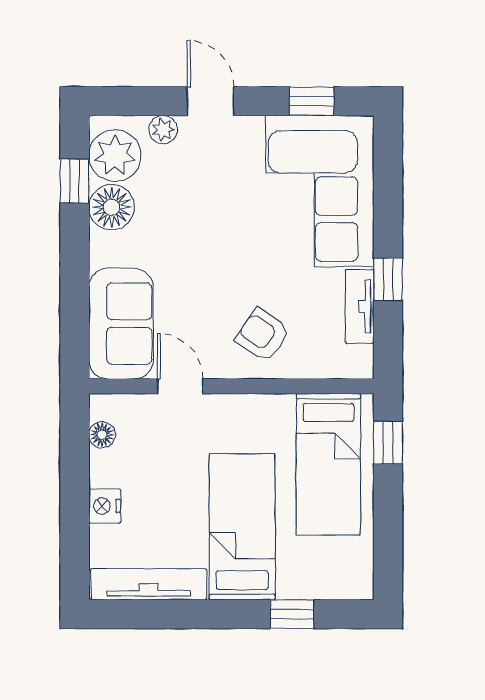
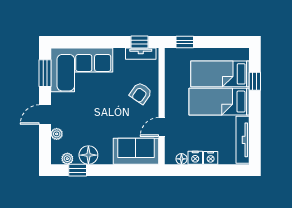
window: (312, 101) -> (45, 73), width x1.50
plant: (115, 156) -> (67, 159), width x0.53, depth x0.53
window: (388, 279) -> (140, 42), moved
tv unit: (360, 306) -> (141, 54), moved
bed: (328, 464) -> (220, 74), moved, turned 180
nightstand: (105, 468) -> (195, 158), added

